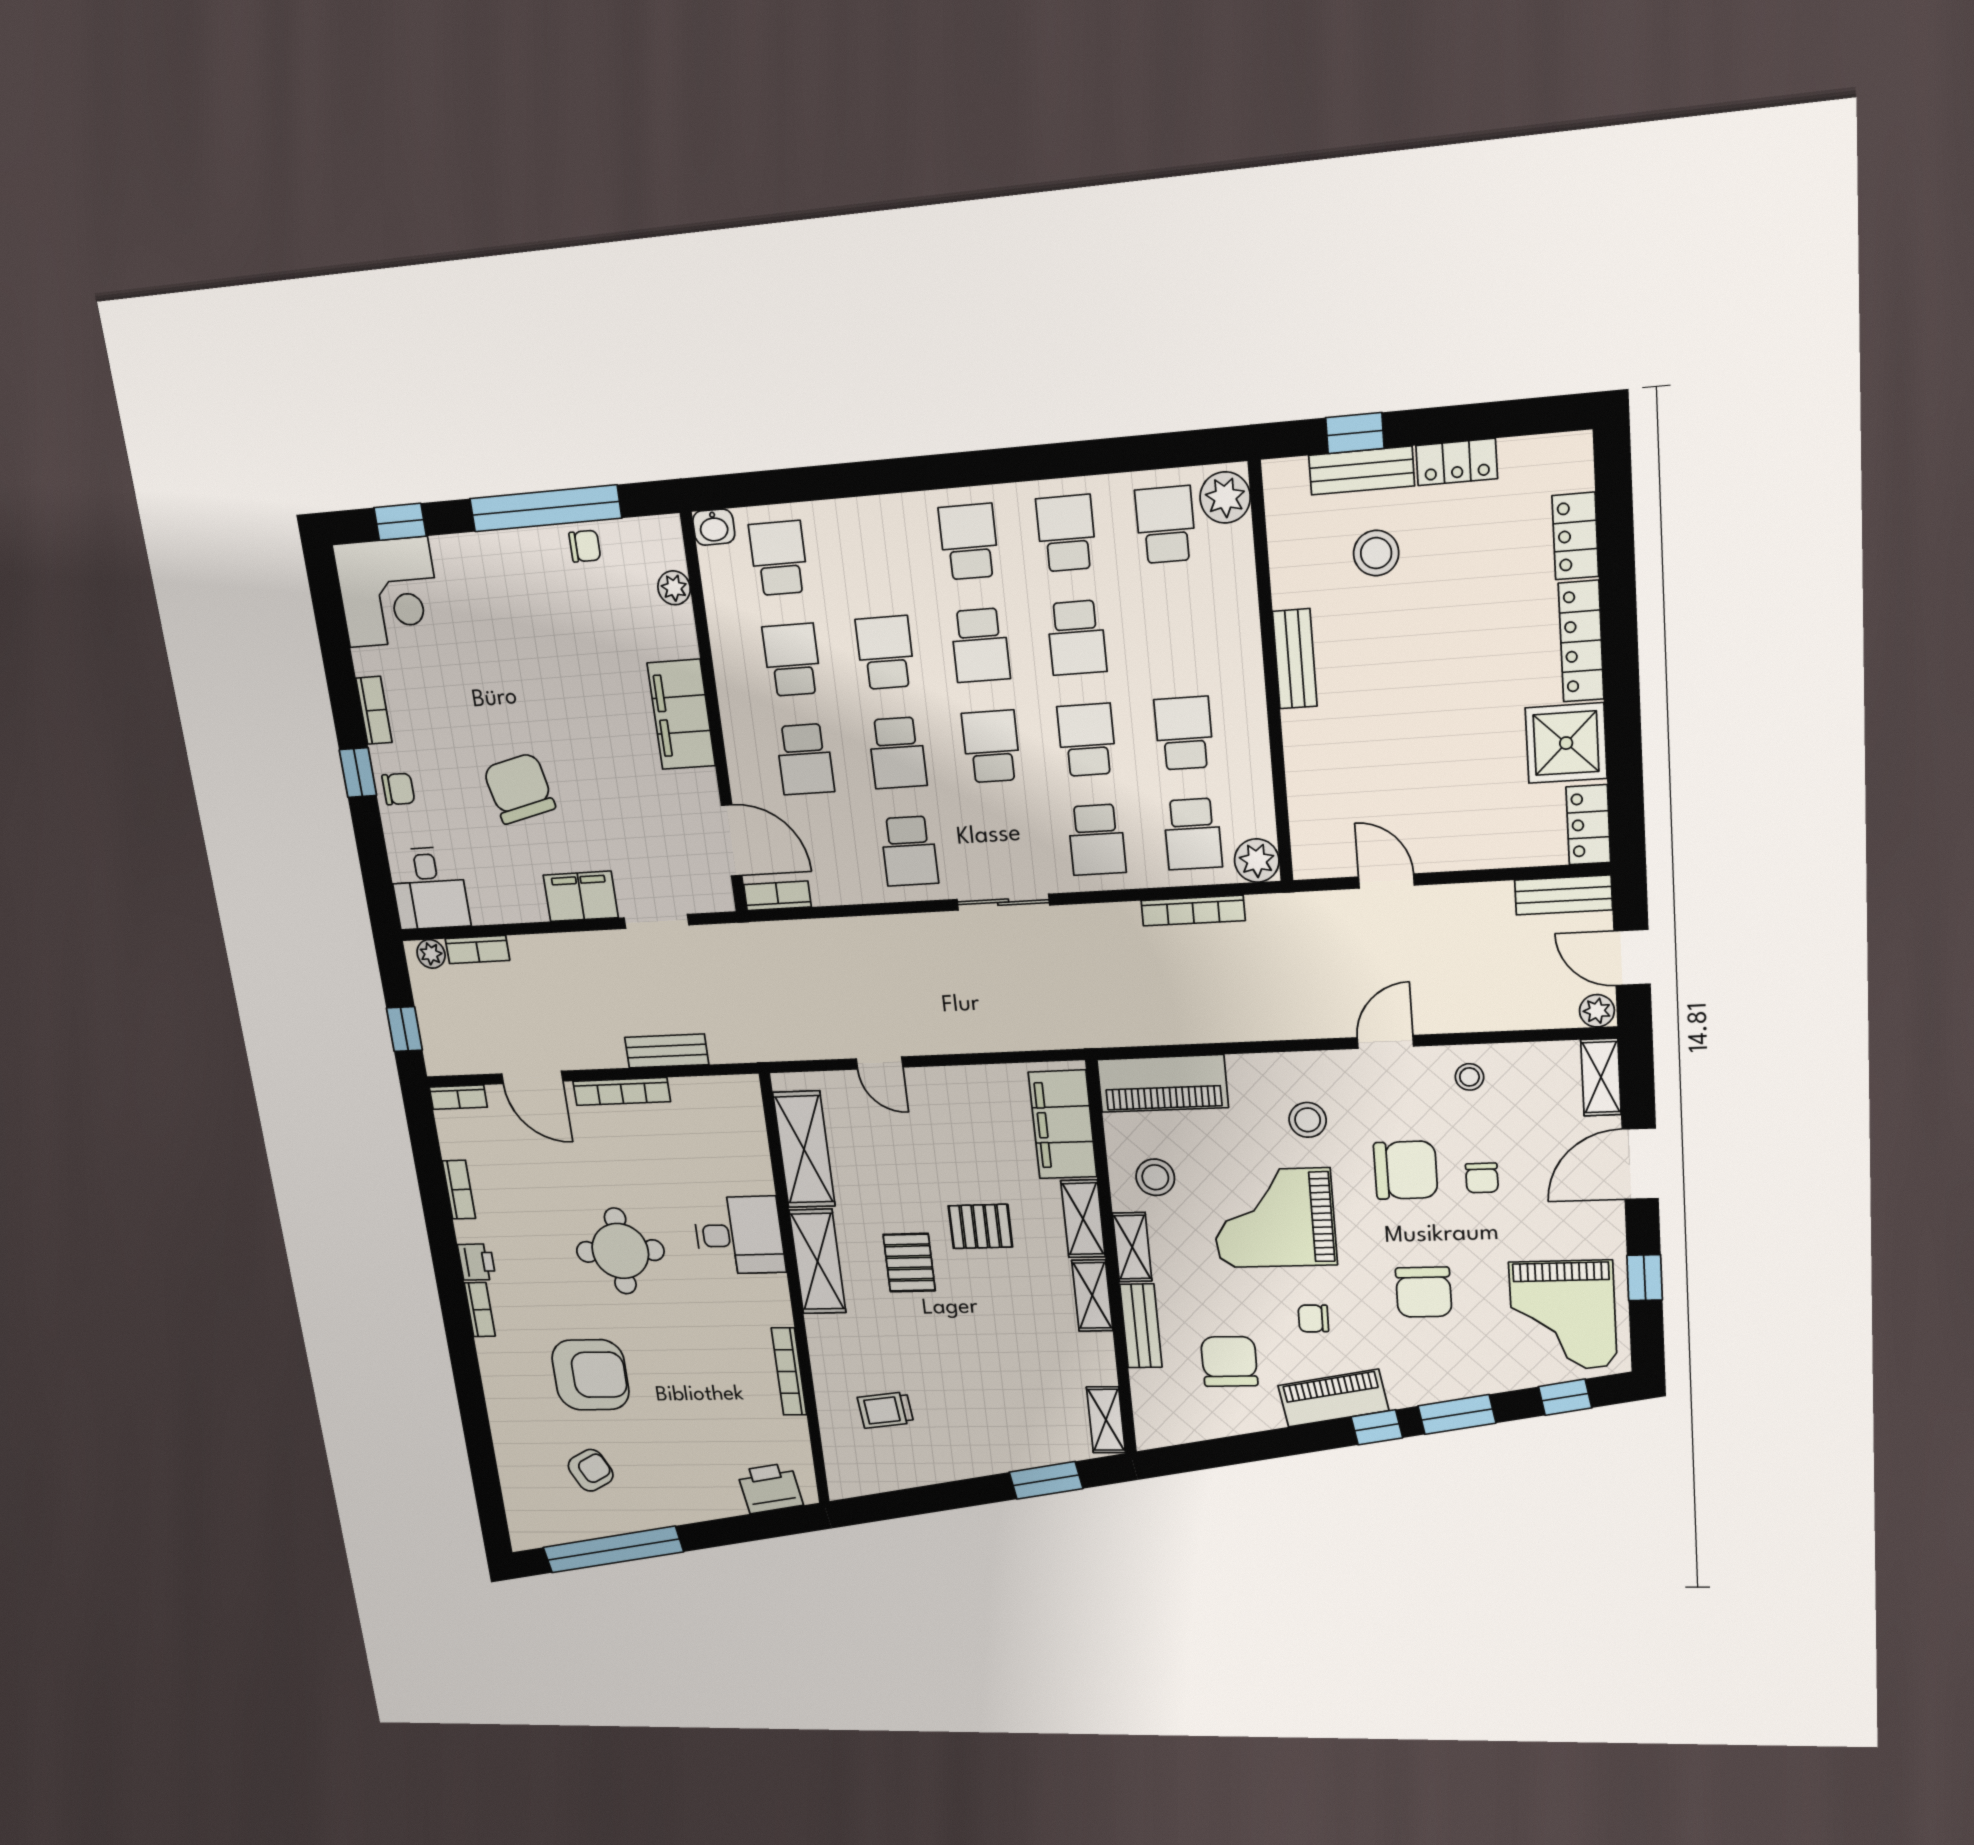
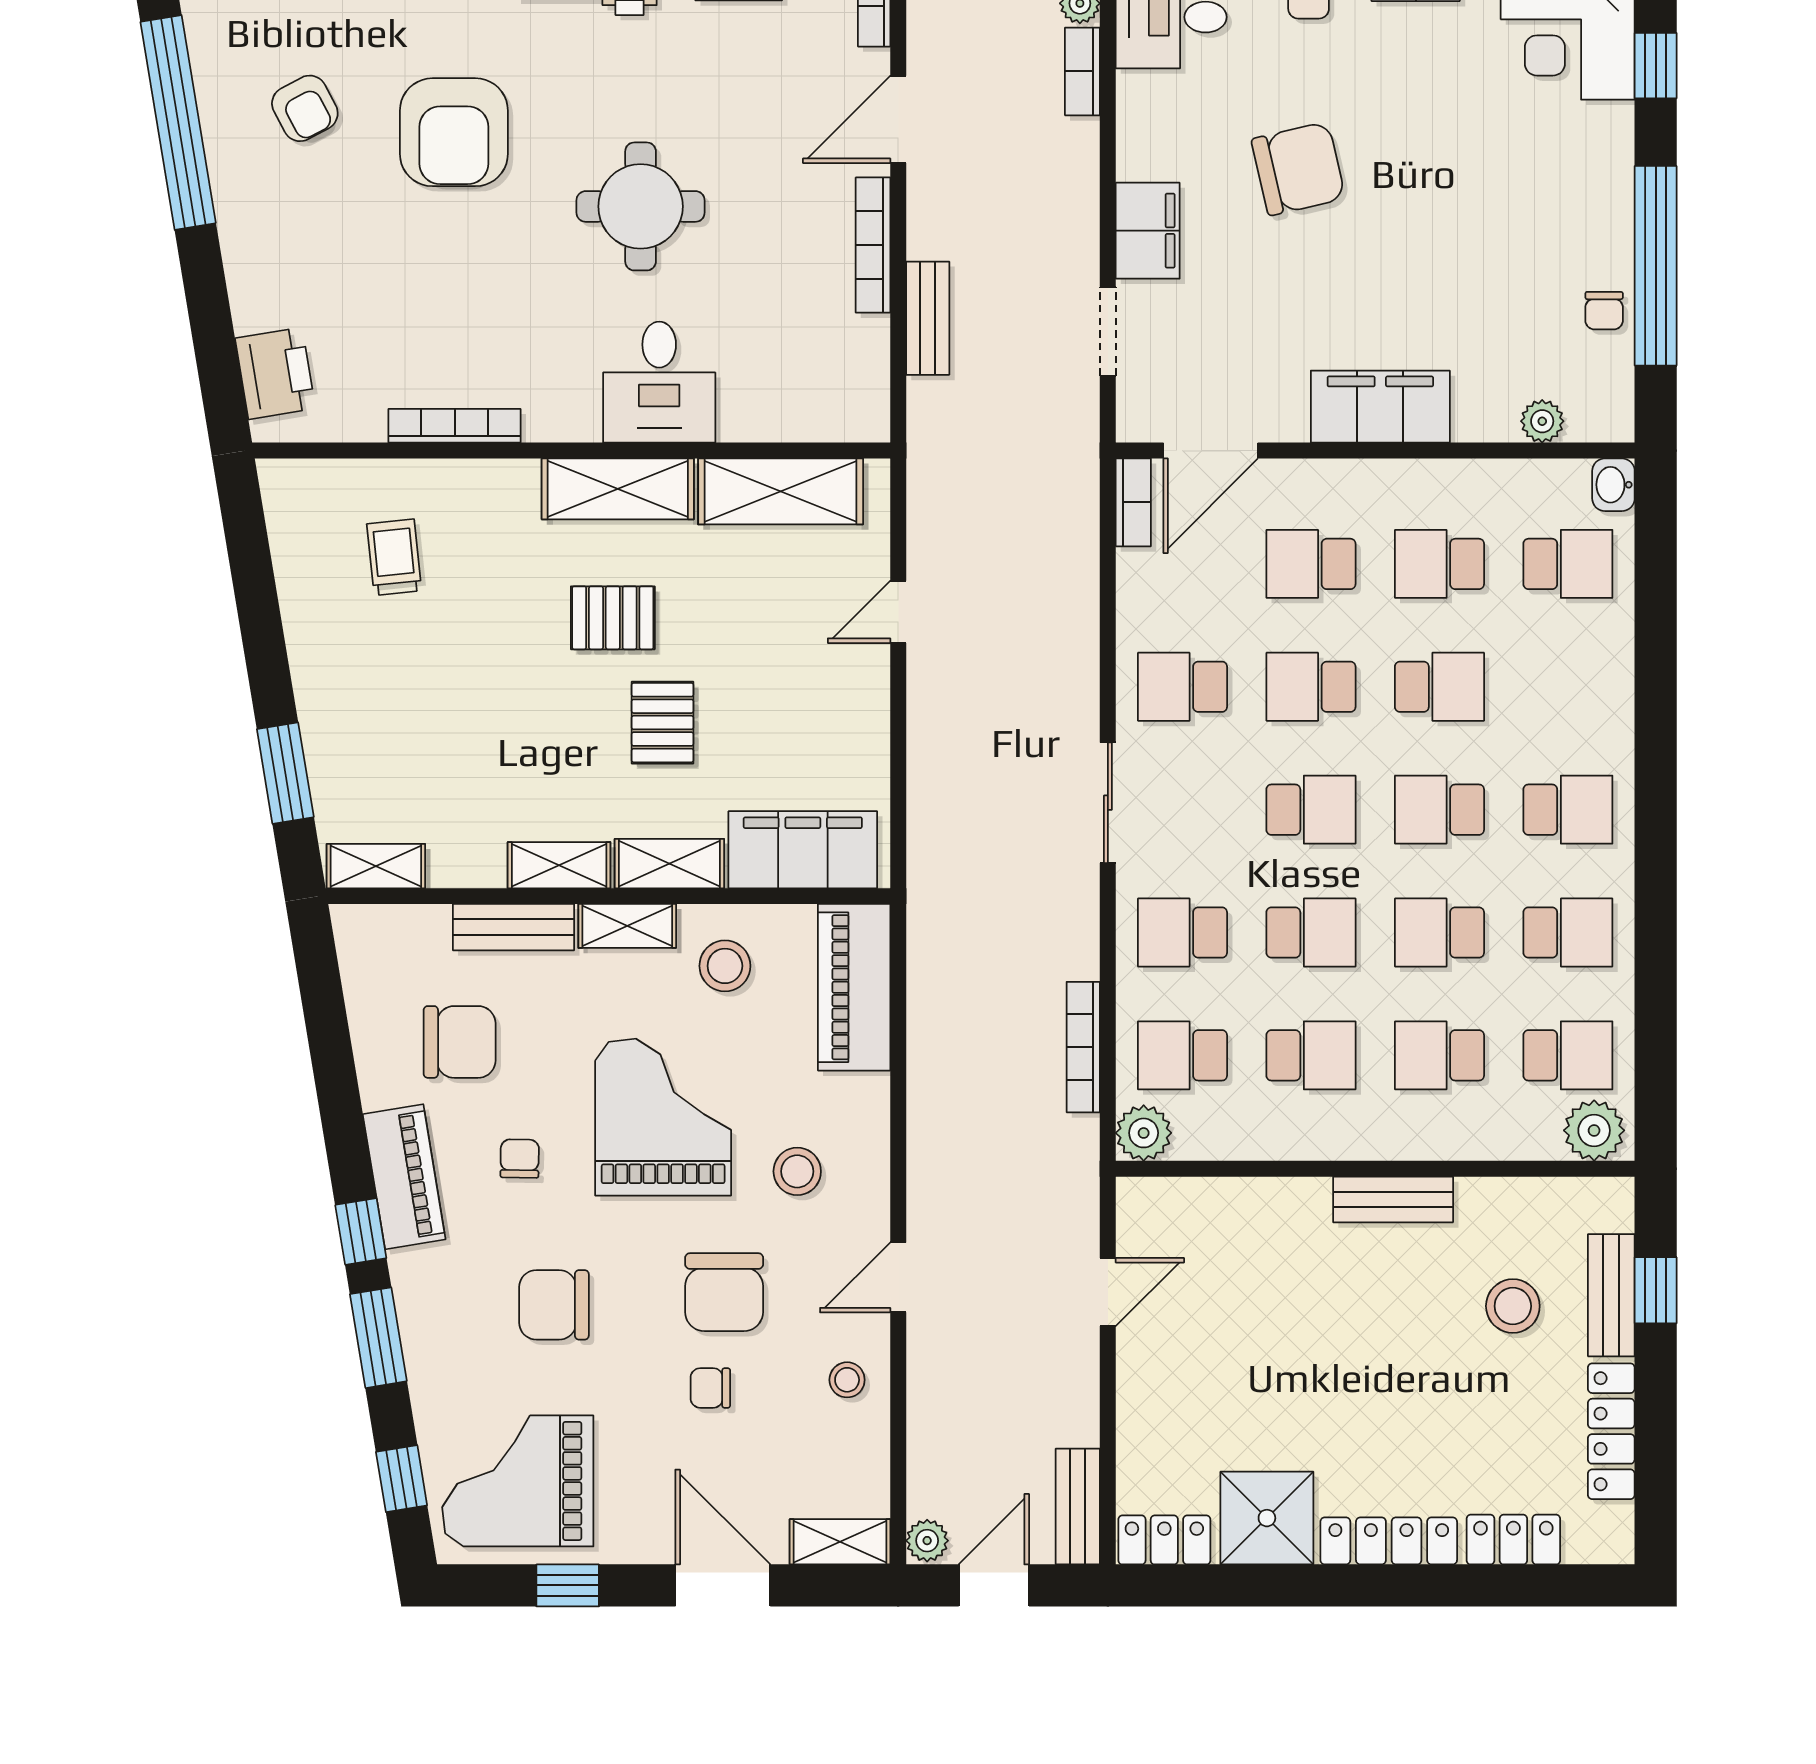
locker: (1457, 462) -> (1611, 1431), width x1.53
school desk: (1175, 630) -> (1439, 1055), added
school desk: (792, 660) -> (1439, 564), turned 180
door: (1385, 1042) -> (898, 1277), swing flipped

